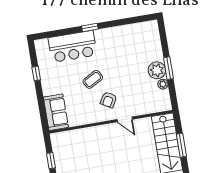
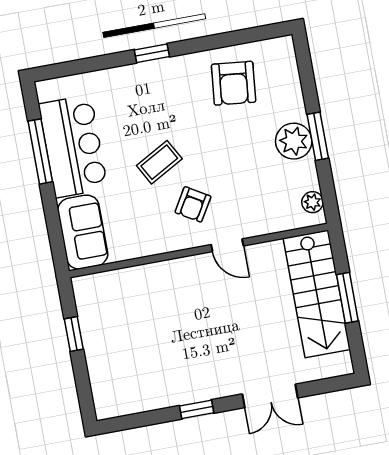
armchair: (129, 42) -> (234, 83), added
bar counter: (72, 46) -> (73, 146), moved, turned -90
window: (36, 74) -> (40, 151), width x2.17
plant: (163, 84) -> (312, 202), moved

